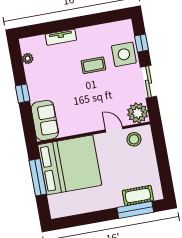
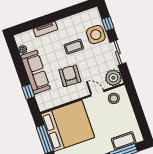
window: (23, 93) -> (28, 92), moved
armchair: (83, 102) -> (70, 76), added
sofa: (45, 120) -> (36, 72), moved, width x1.36

